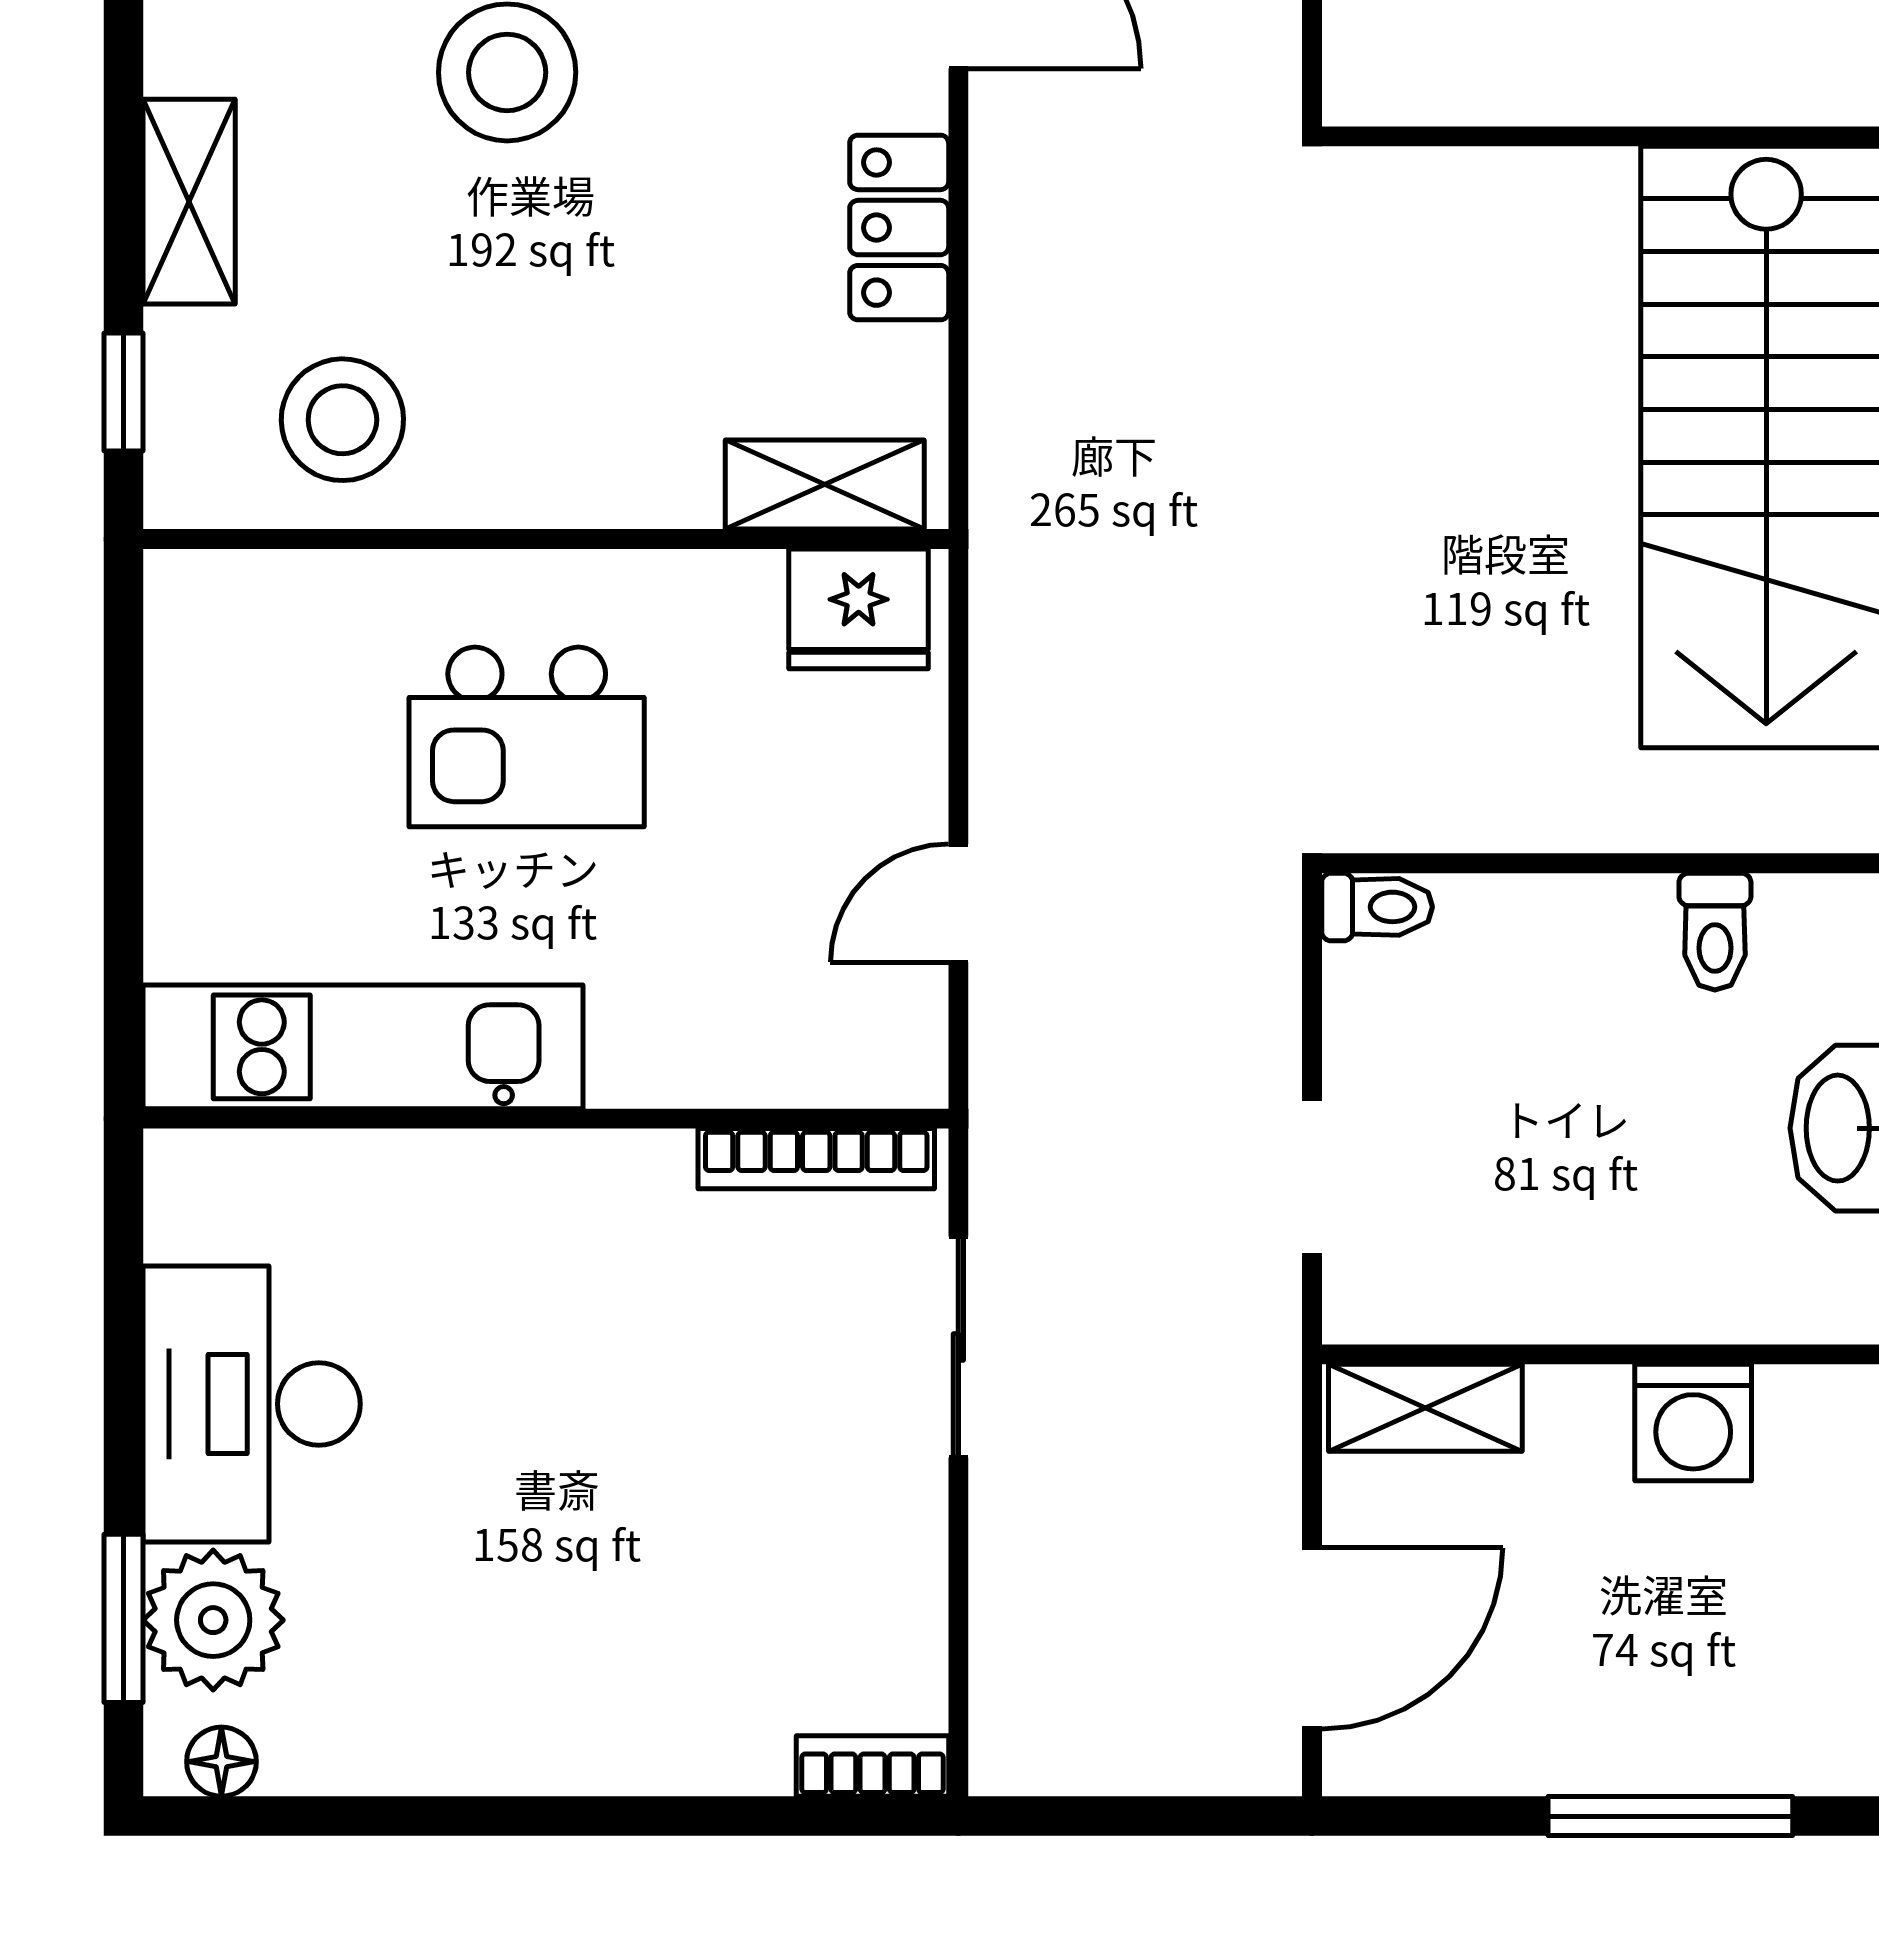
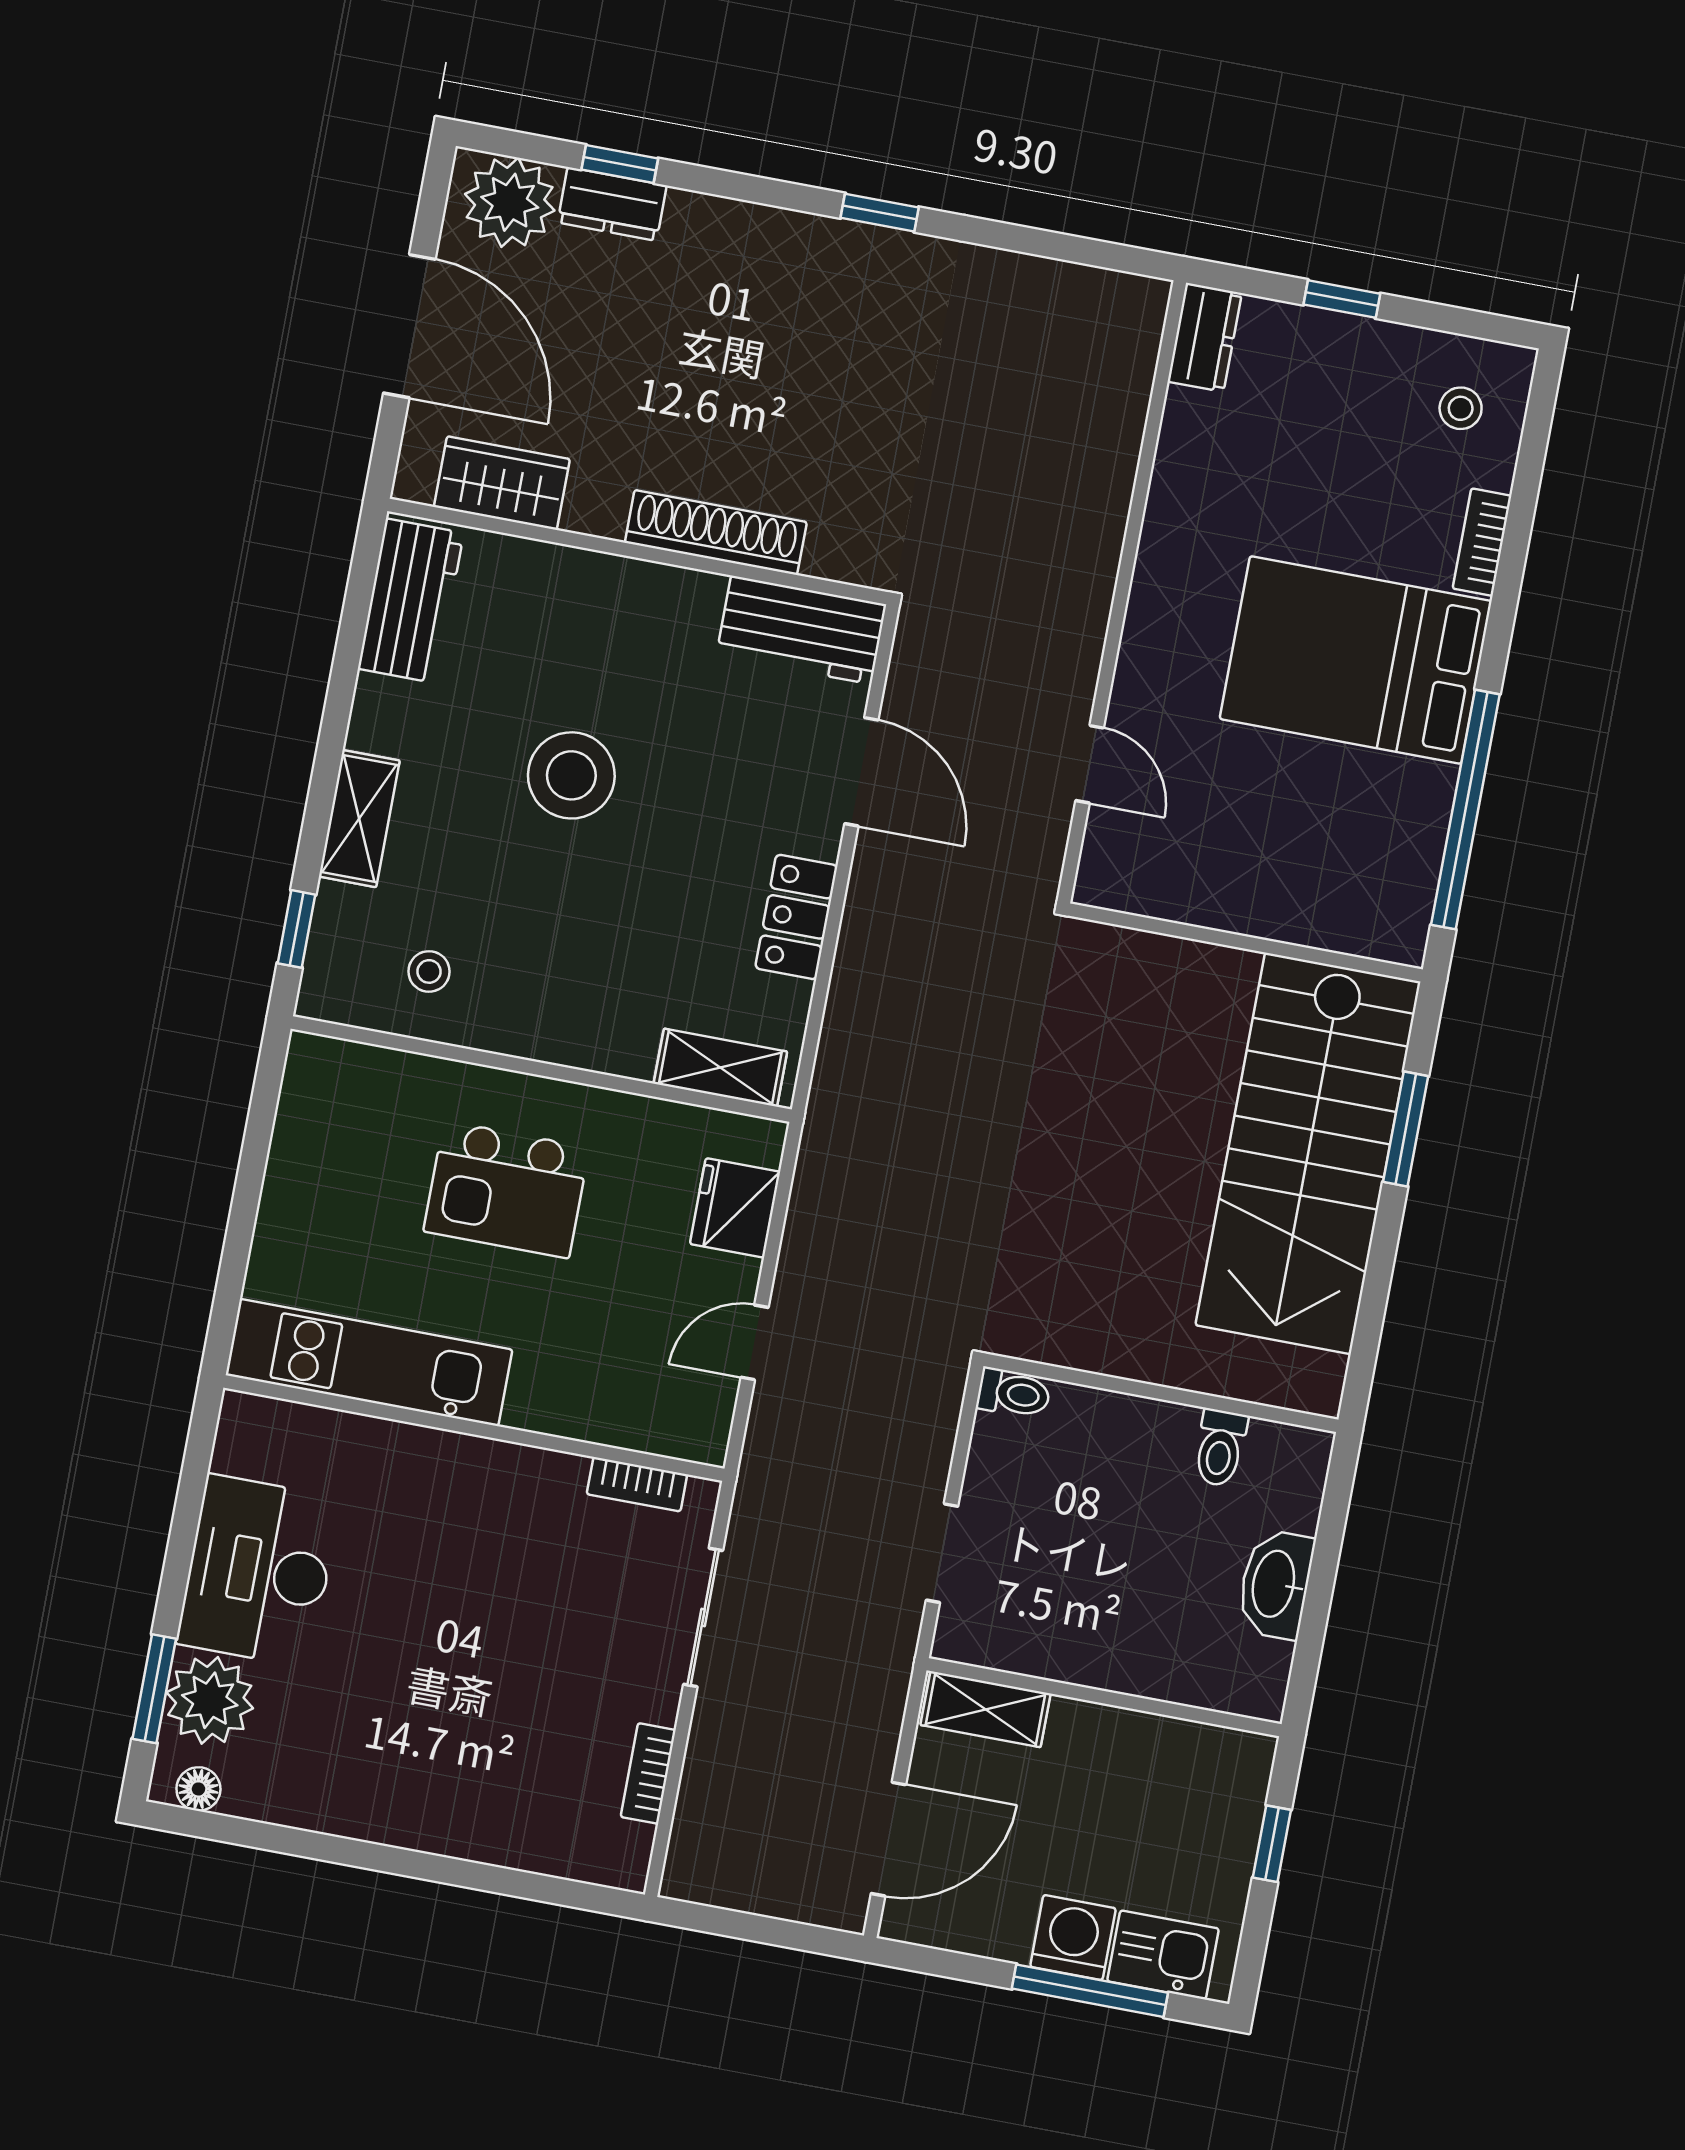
stool: (342, 420) -> (429, 971), width x0.53, depth x0.53
fridge: (859, 609) -> (735, 1208), moved, turned 90
bookcase: (816, 1159) -> (637, 1484), width x0.64
washing machine: (1693, 1423) -> (1073, 1937), moved, turned 180
kitchen sink: (1774, 1739) -> (1163, 1955), added
bookcase: (873, 1766) -> (648, 1773), moved, turned -90

